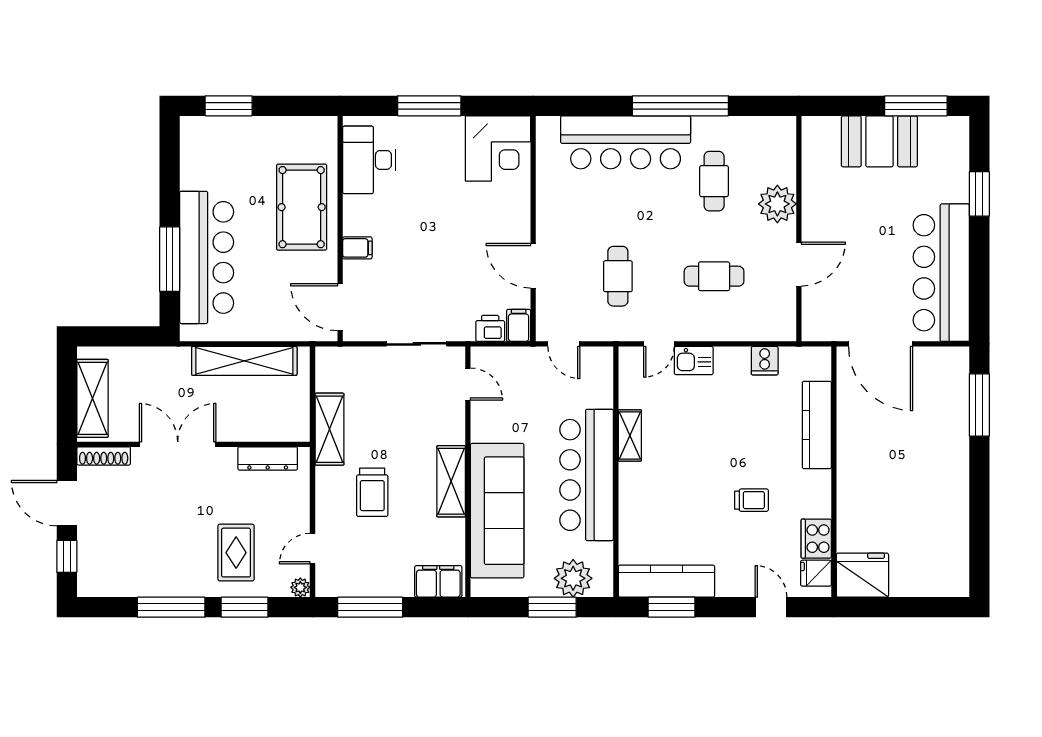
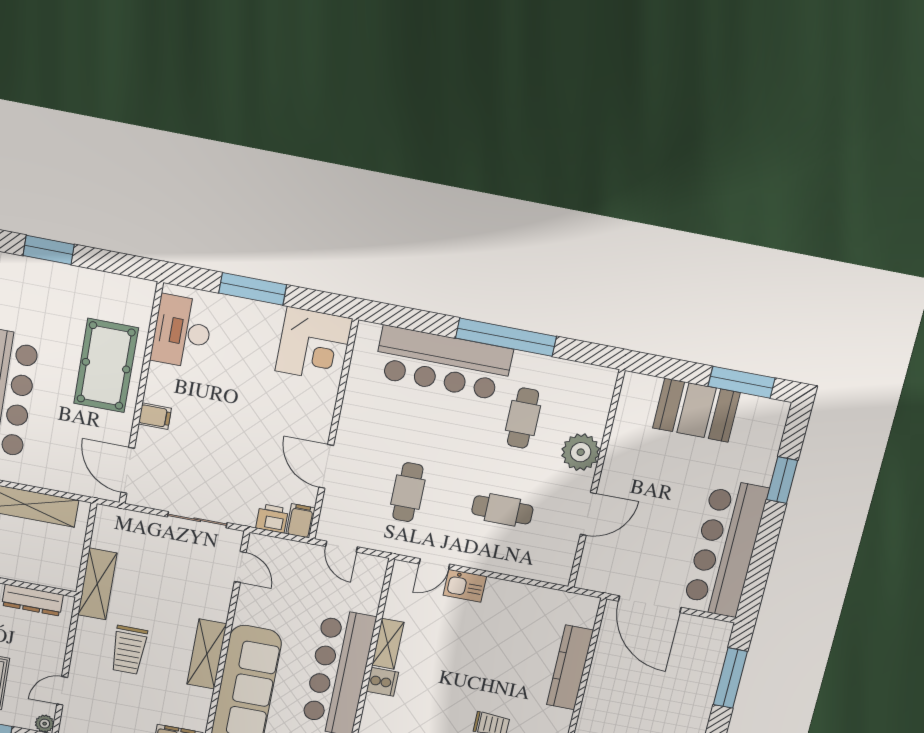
cooker: (765, 361) -> (382, 682), moved, turned -90

